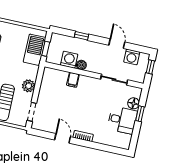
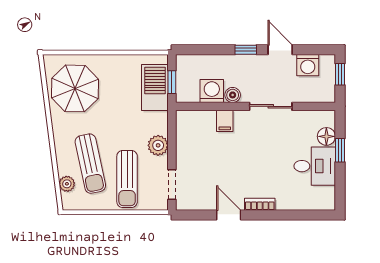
window: (82, 36) -> (246, 50), moved
sliding door: (114, 80) -> (271, 106), moved

